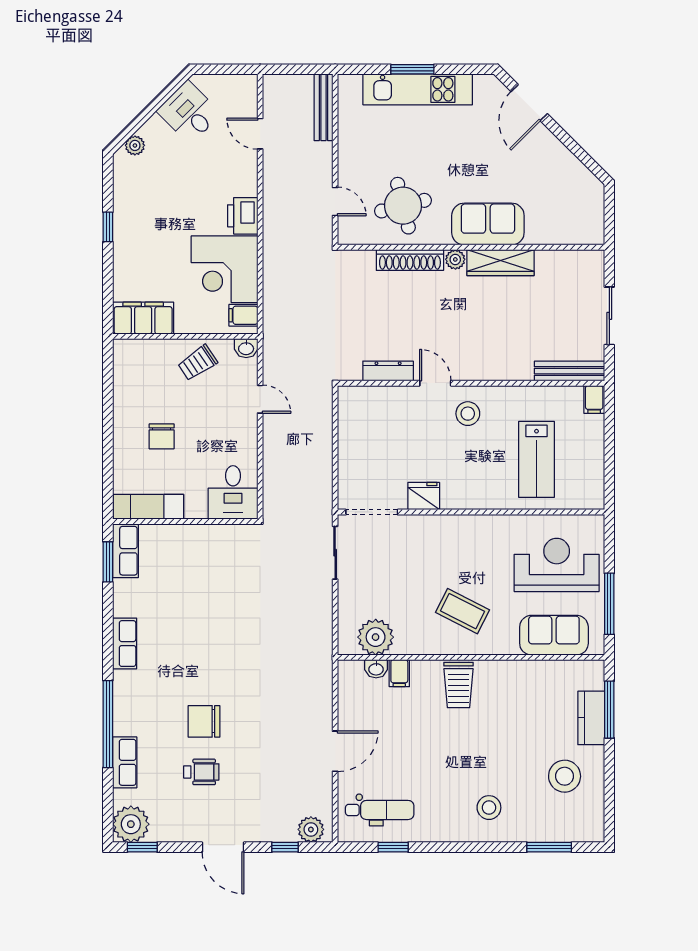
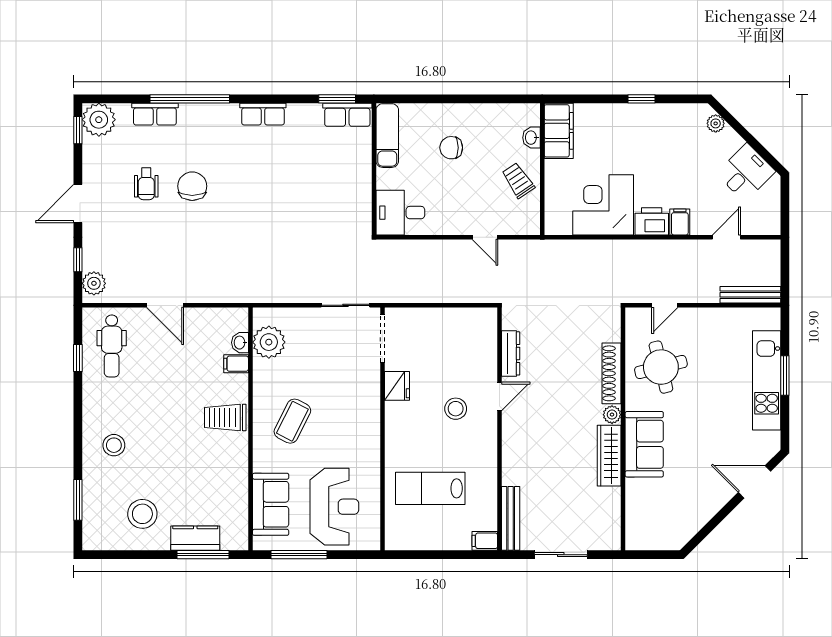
filing cabinet: (243, 315) -> (680, 222), moved
washbasin: (246, 348) -> (531, 138), moved
door: (260, 399) -> (485, 237), hinge flipped
stool: (468, 414) -> (456, 409), moved

